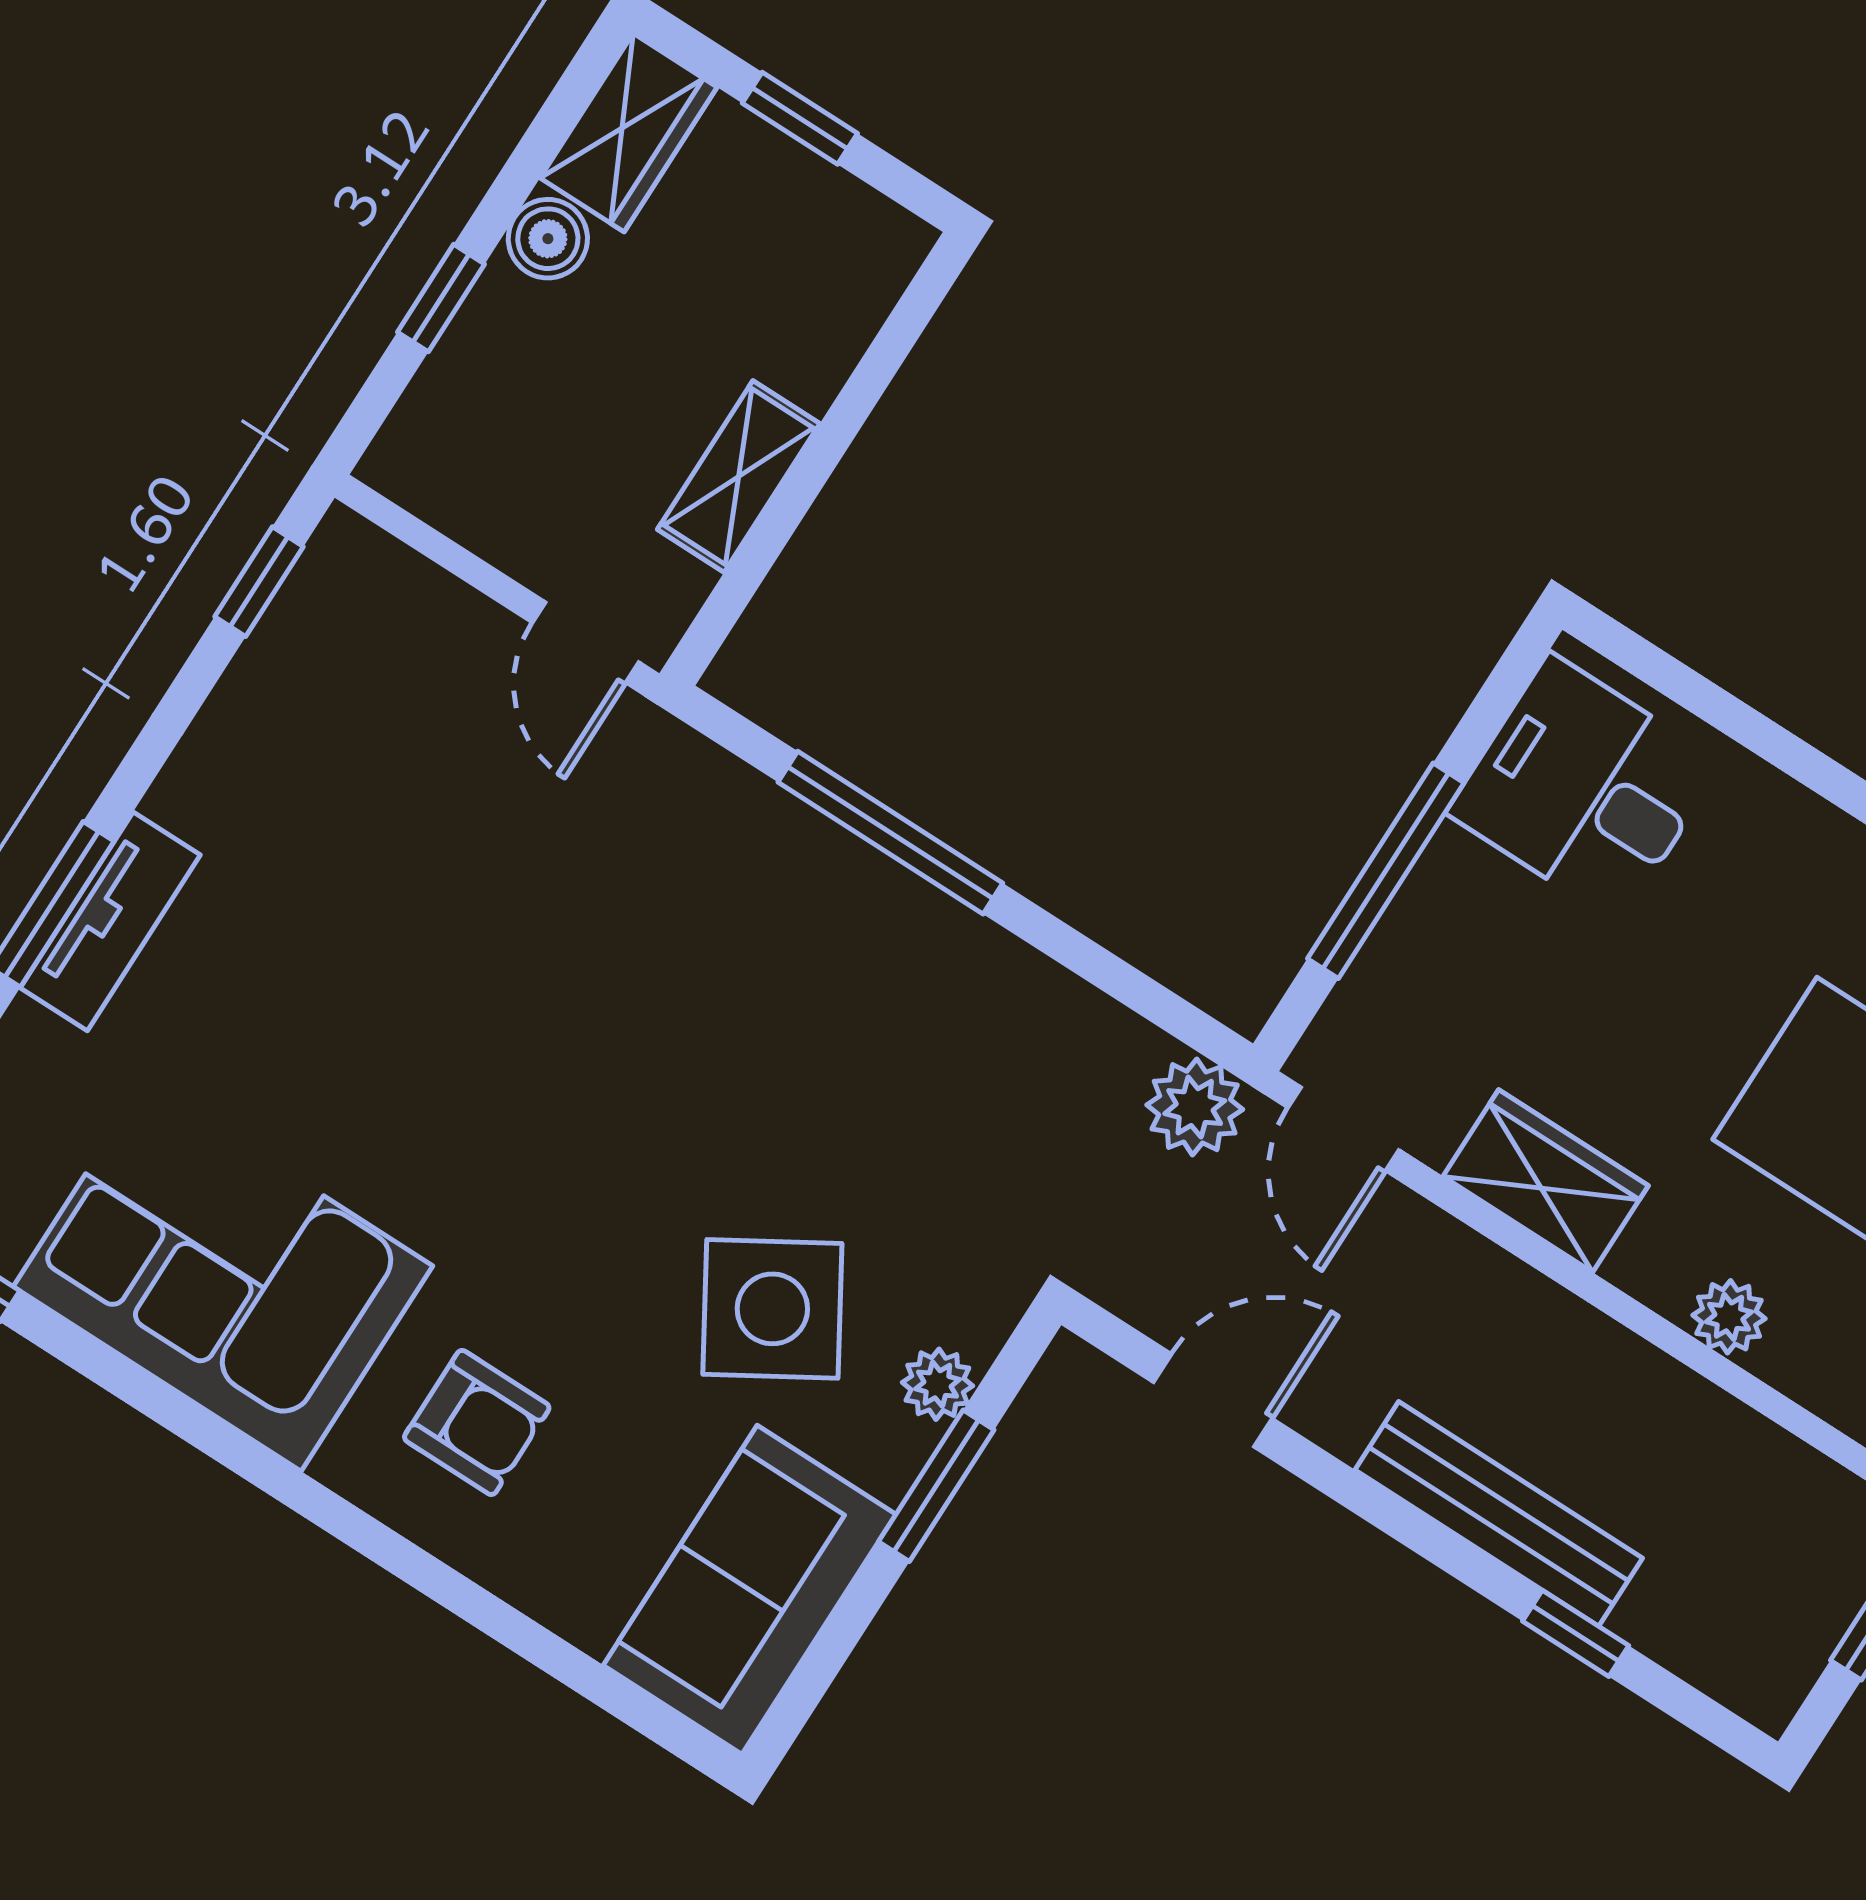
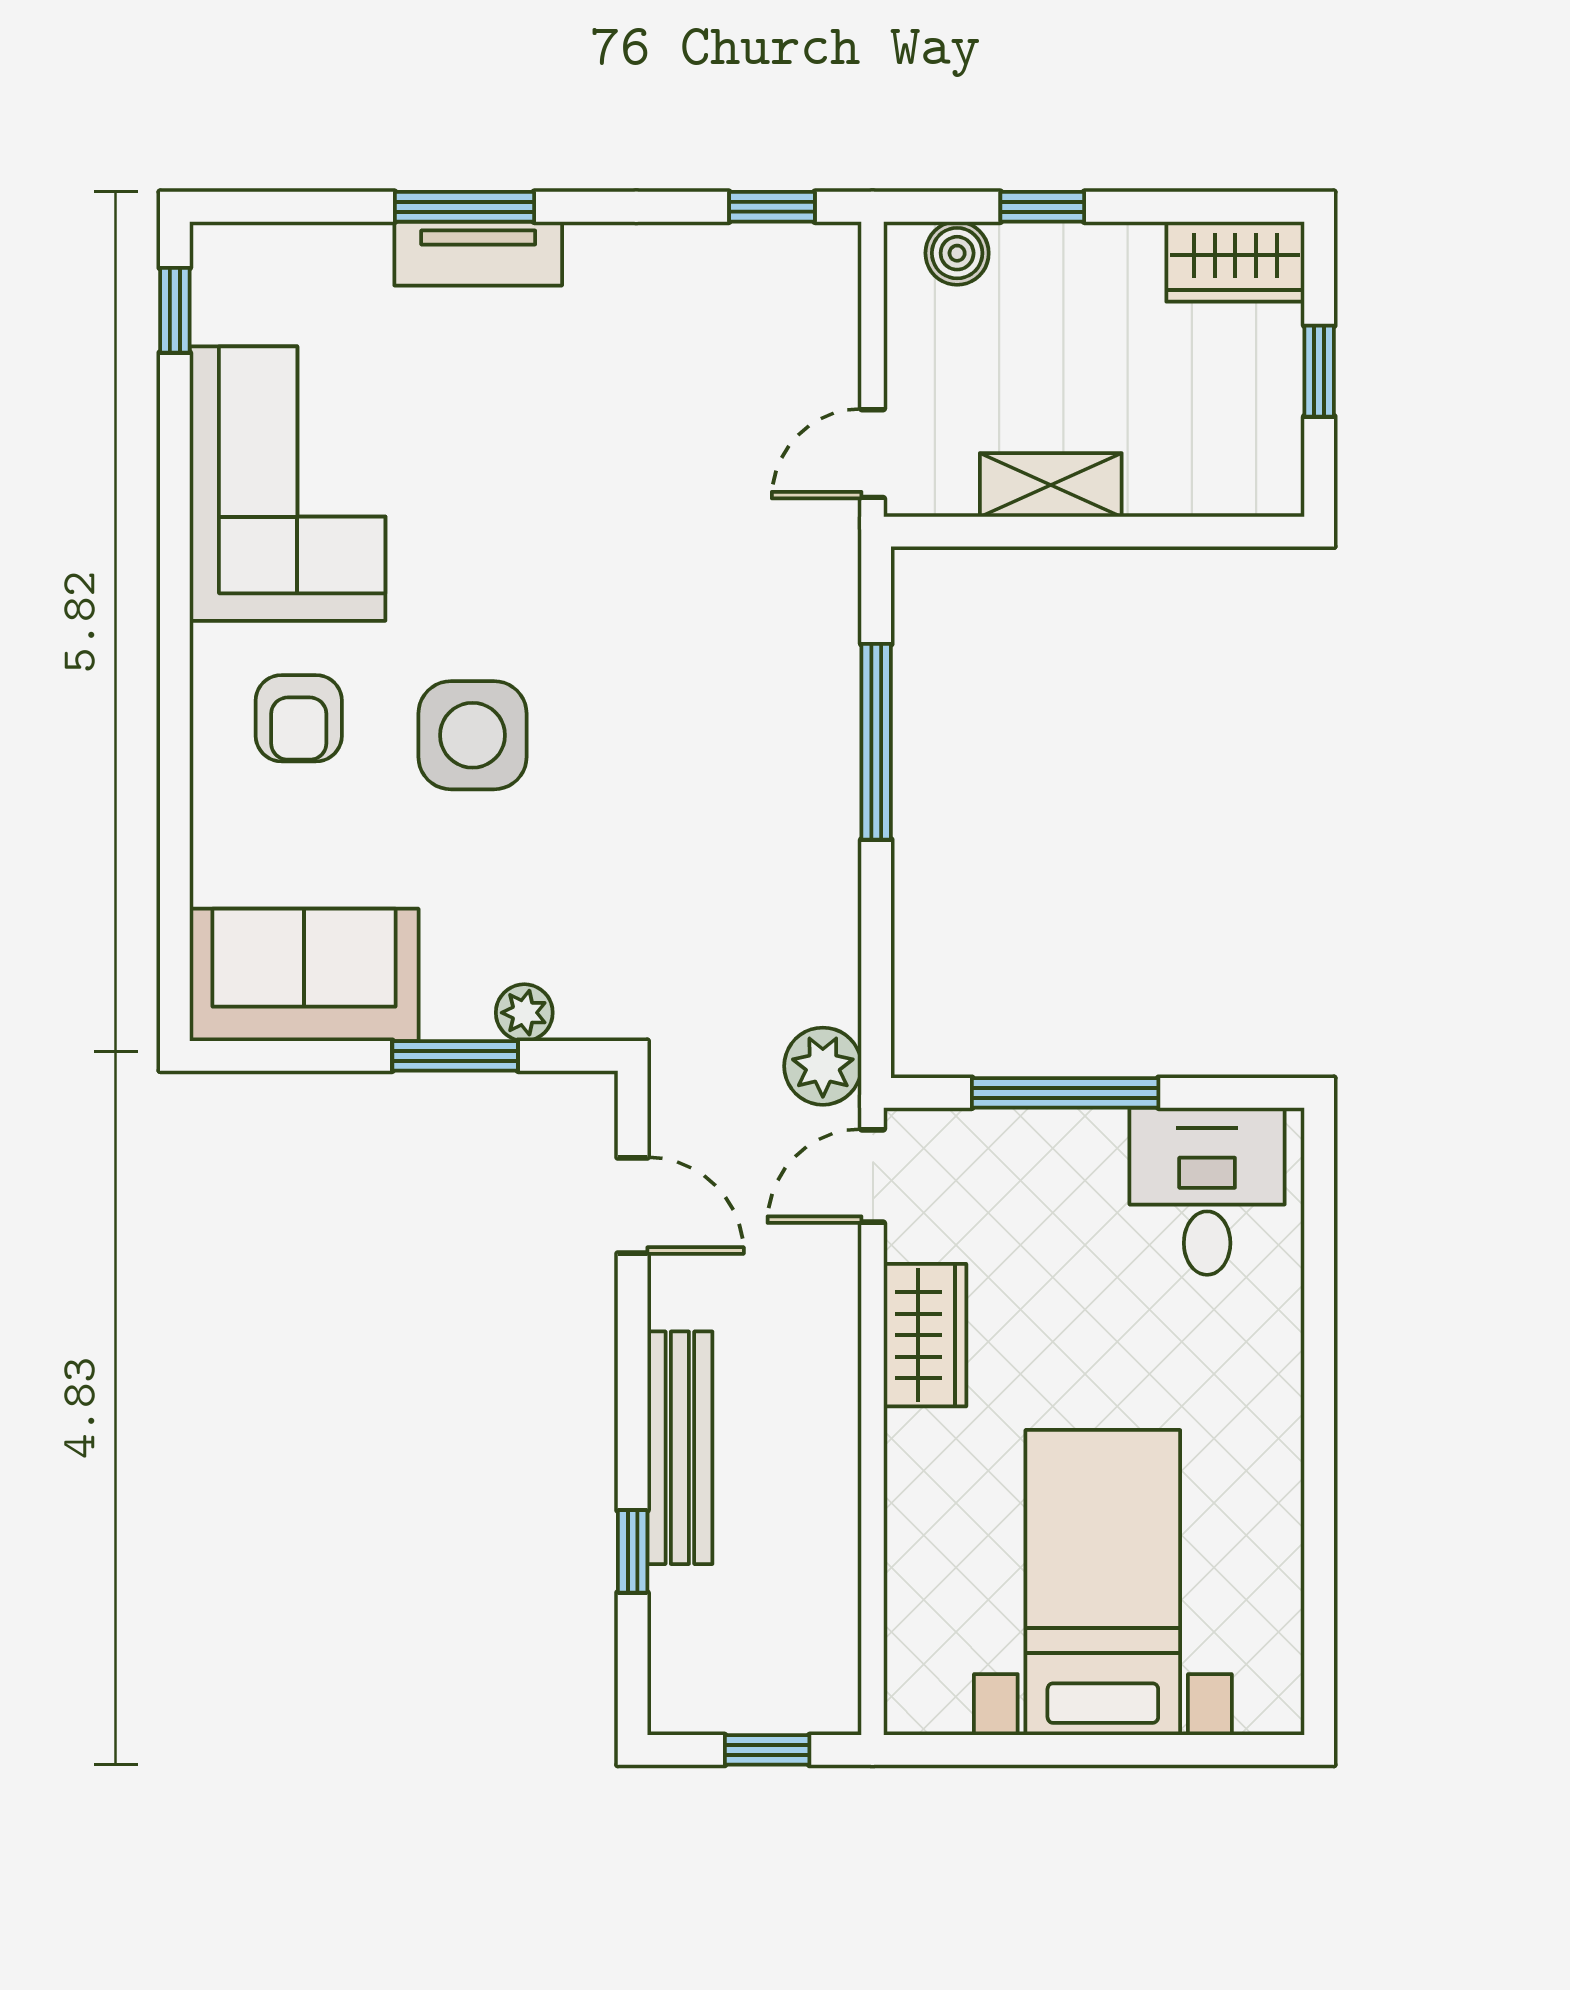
boiler: (548, 239) -> (957, 253), moved
side table: (772, 1309) -> (472, 735), moved, turned 31
plant: (1729, 1317) -> (913, 1518), removed

